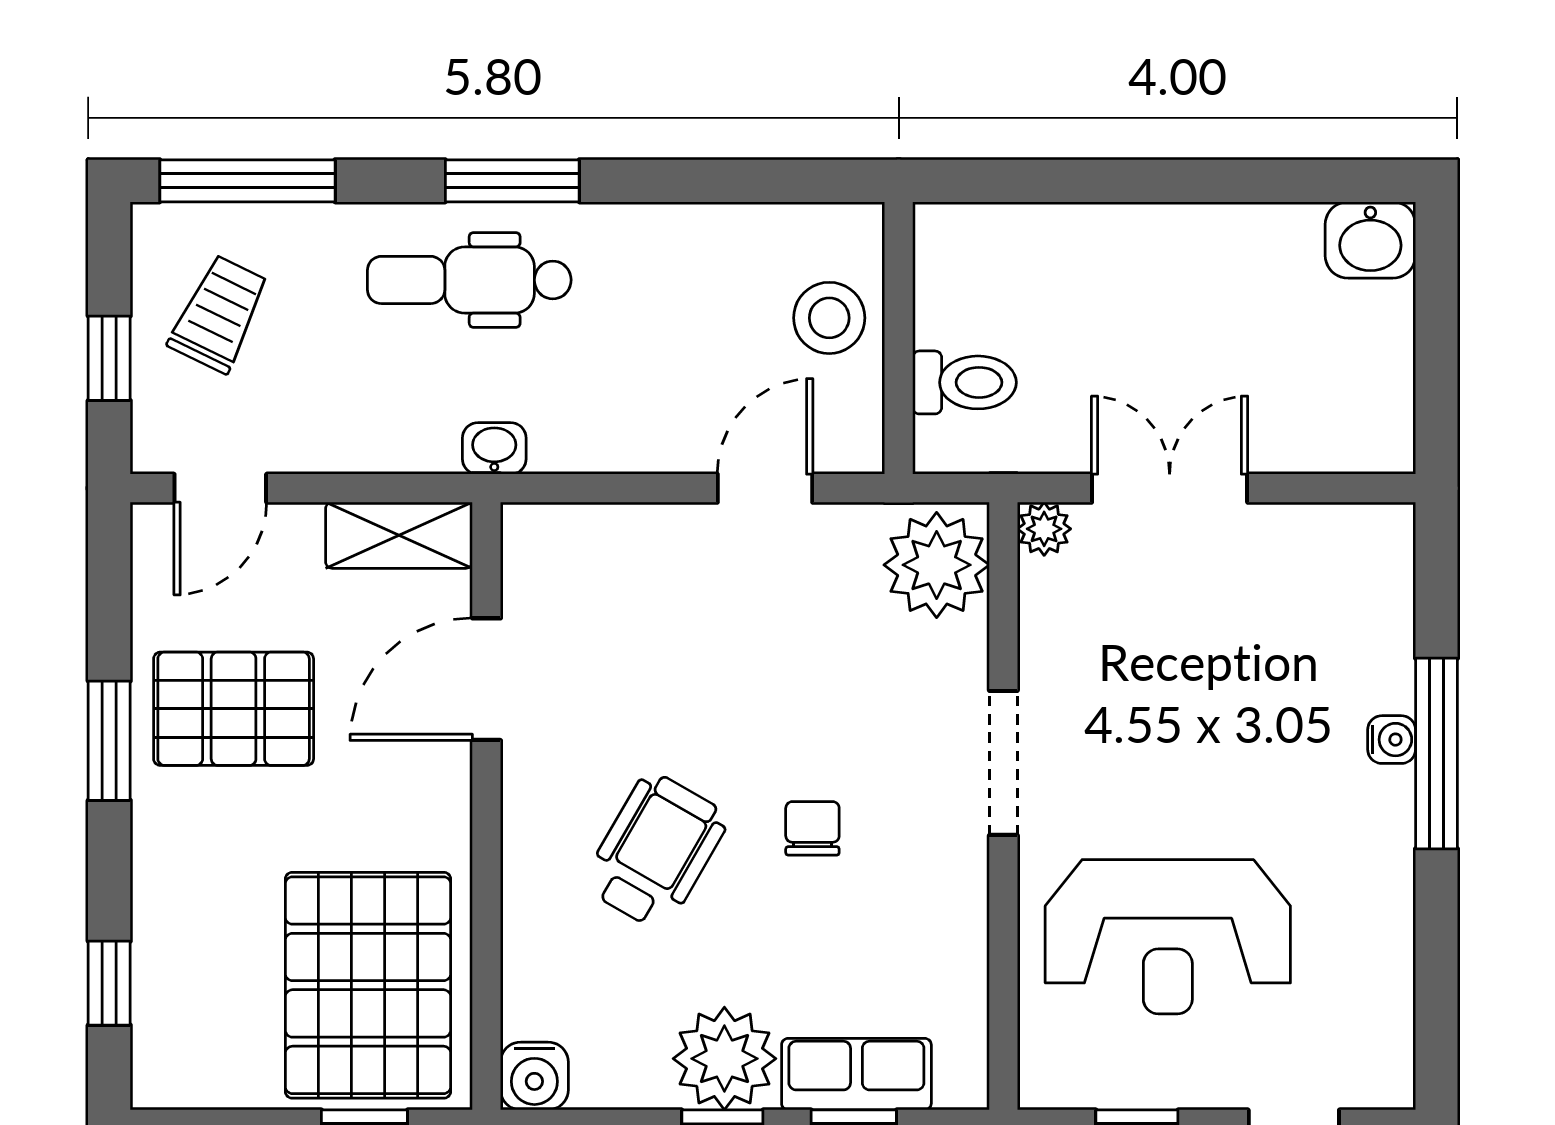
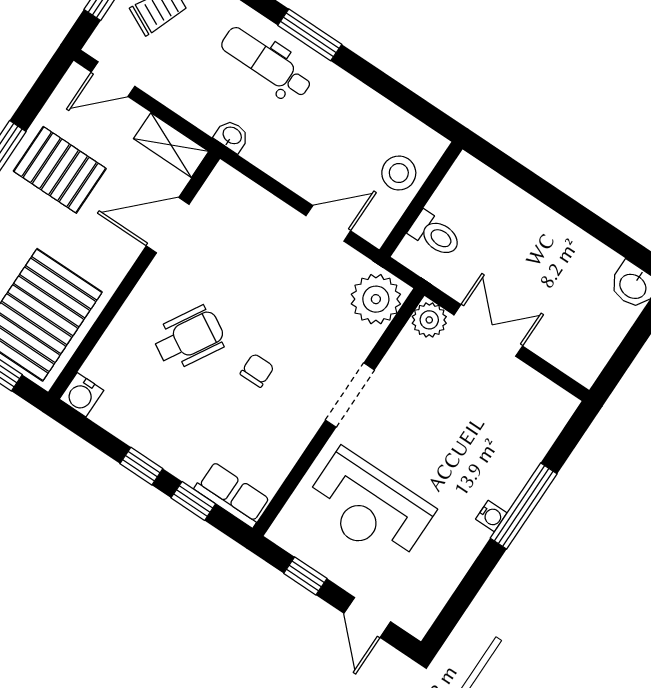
plant: (1044, 529) -> (429, 320), width x1.38, depth x1.38
water cooler: (1392, 740) -> (491, 516), moved
plant: (724, 1059) -> (161, 438), removed
row of seats: (856, 1074) -> (232, 495), moved

